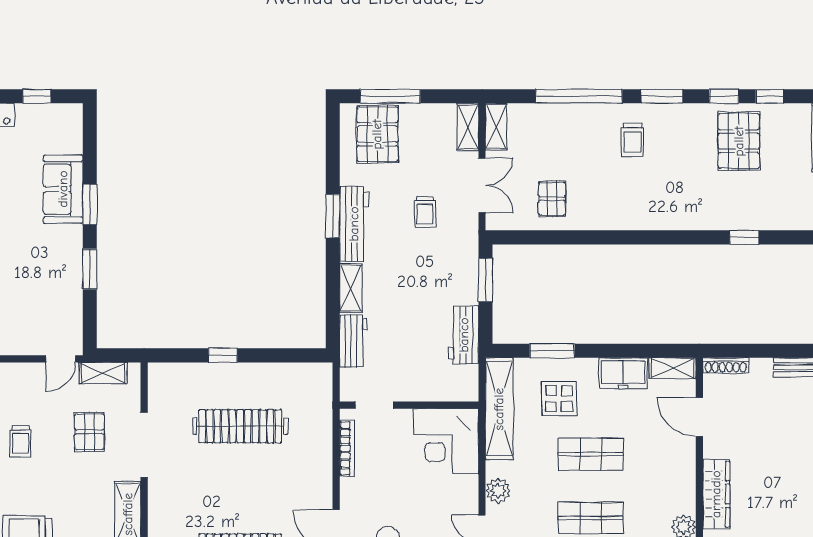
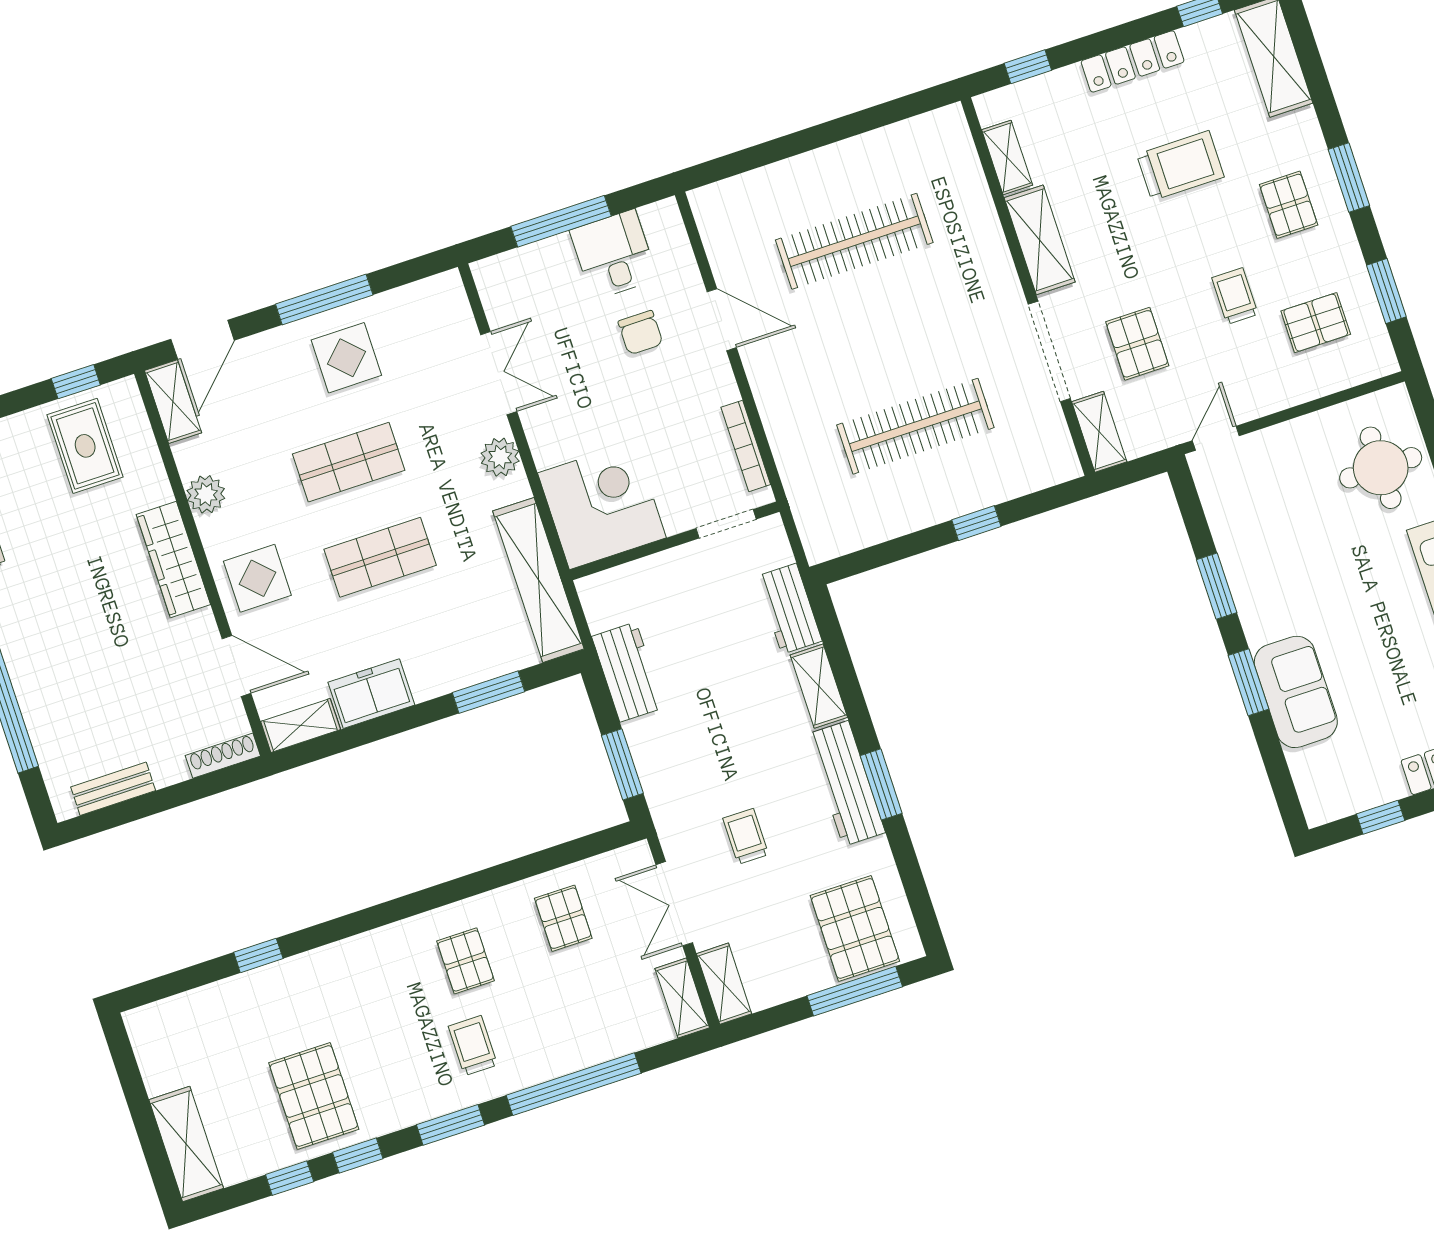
pallet: (620, 193) -> (466, 961), added
shelving: (103, 373) -> (1099, 432), moved, turned 90
display table: (559, 398) -> (257, 578), moved

